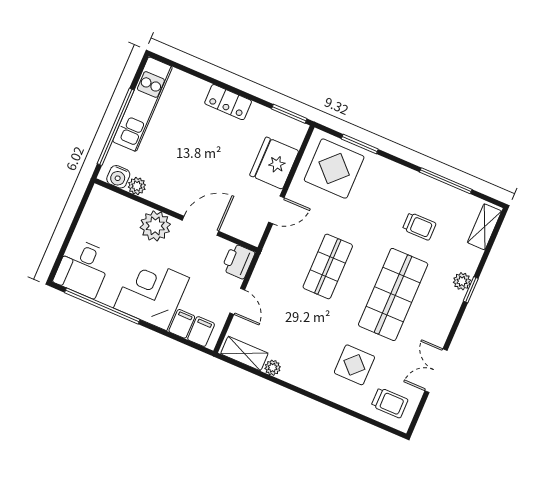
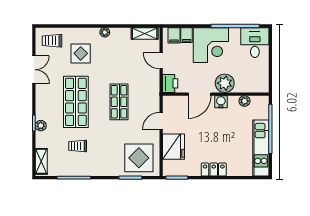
water cooler: (118, 177) -> (221, 102), moved
plant: (273, 368) -> (105, 32), moved

